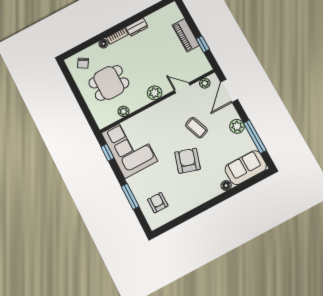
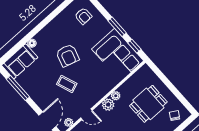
plant: (124, 111) -> (116, 96), moved
plant: (237, 126) -> (34, 93), removed
window: (130, 197) -> (117, 27), moved

